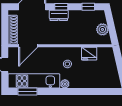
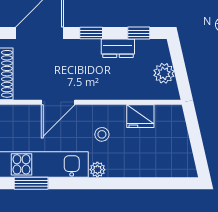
dresser: (59, 15) -> (118, 48), moved
door: (28, 46) -> (58, 102), moved

